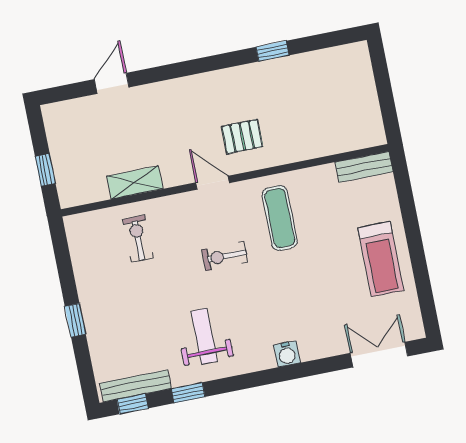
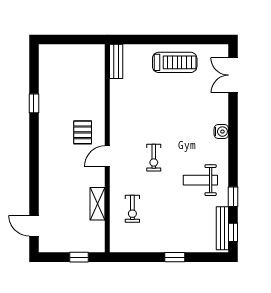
door: (112, 83) -> (34, 226), moved
exercise mat: (280, 218) -> (137, 119), removed
exercise bike: (138, 239) -> (132, 209), turned -90

